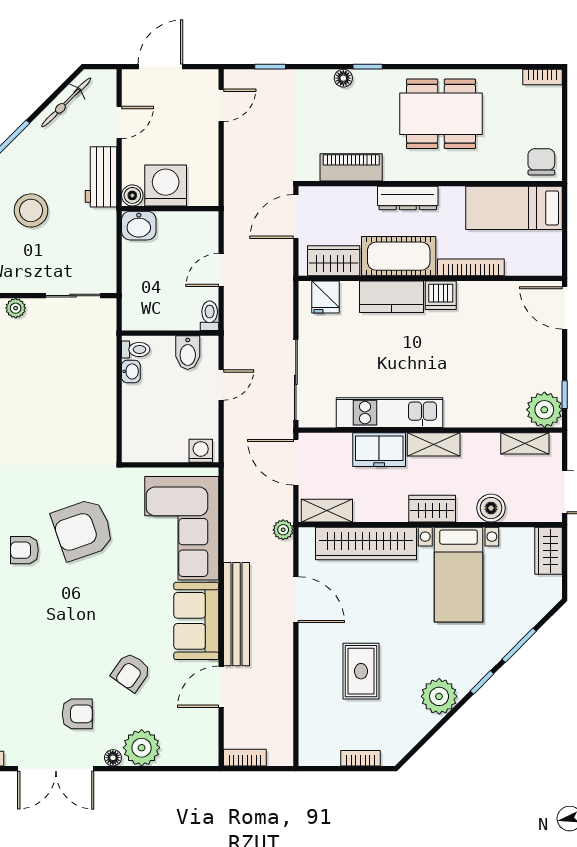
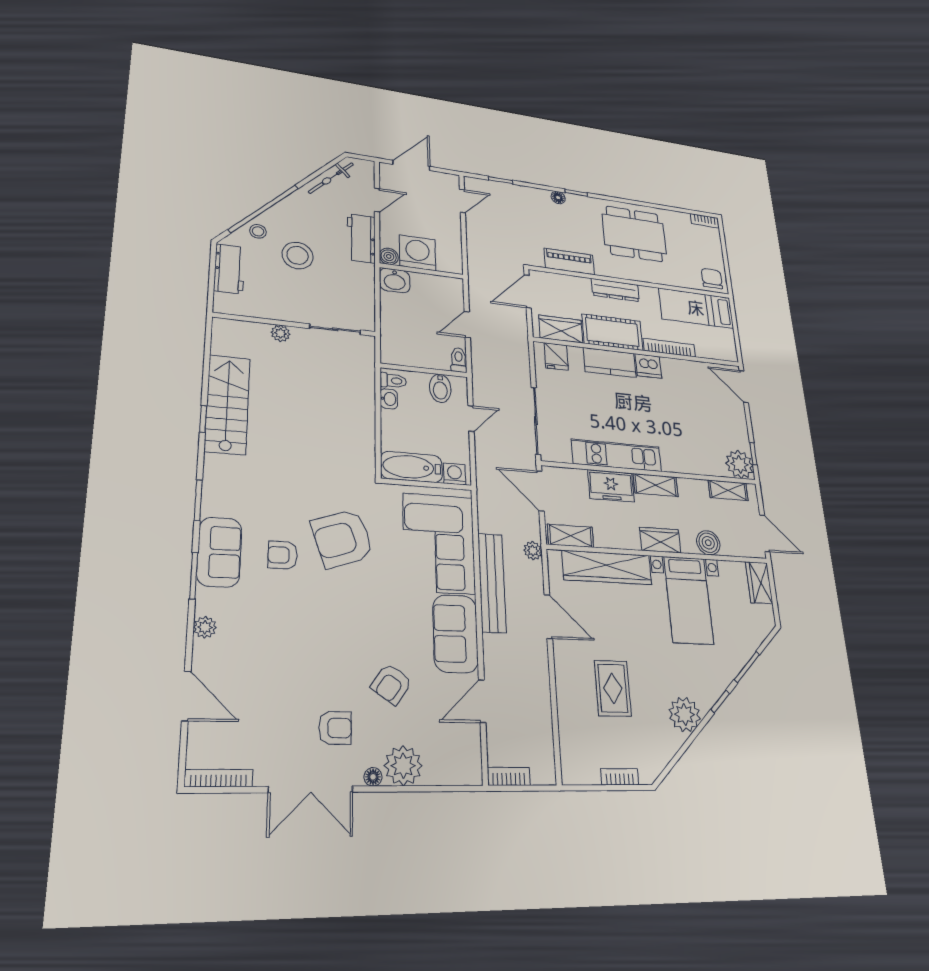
bathtub: (154, 447) -> (412, 467), added
bench: (237, 614) -> (492, 583), moved

